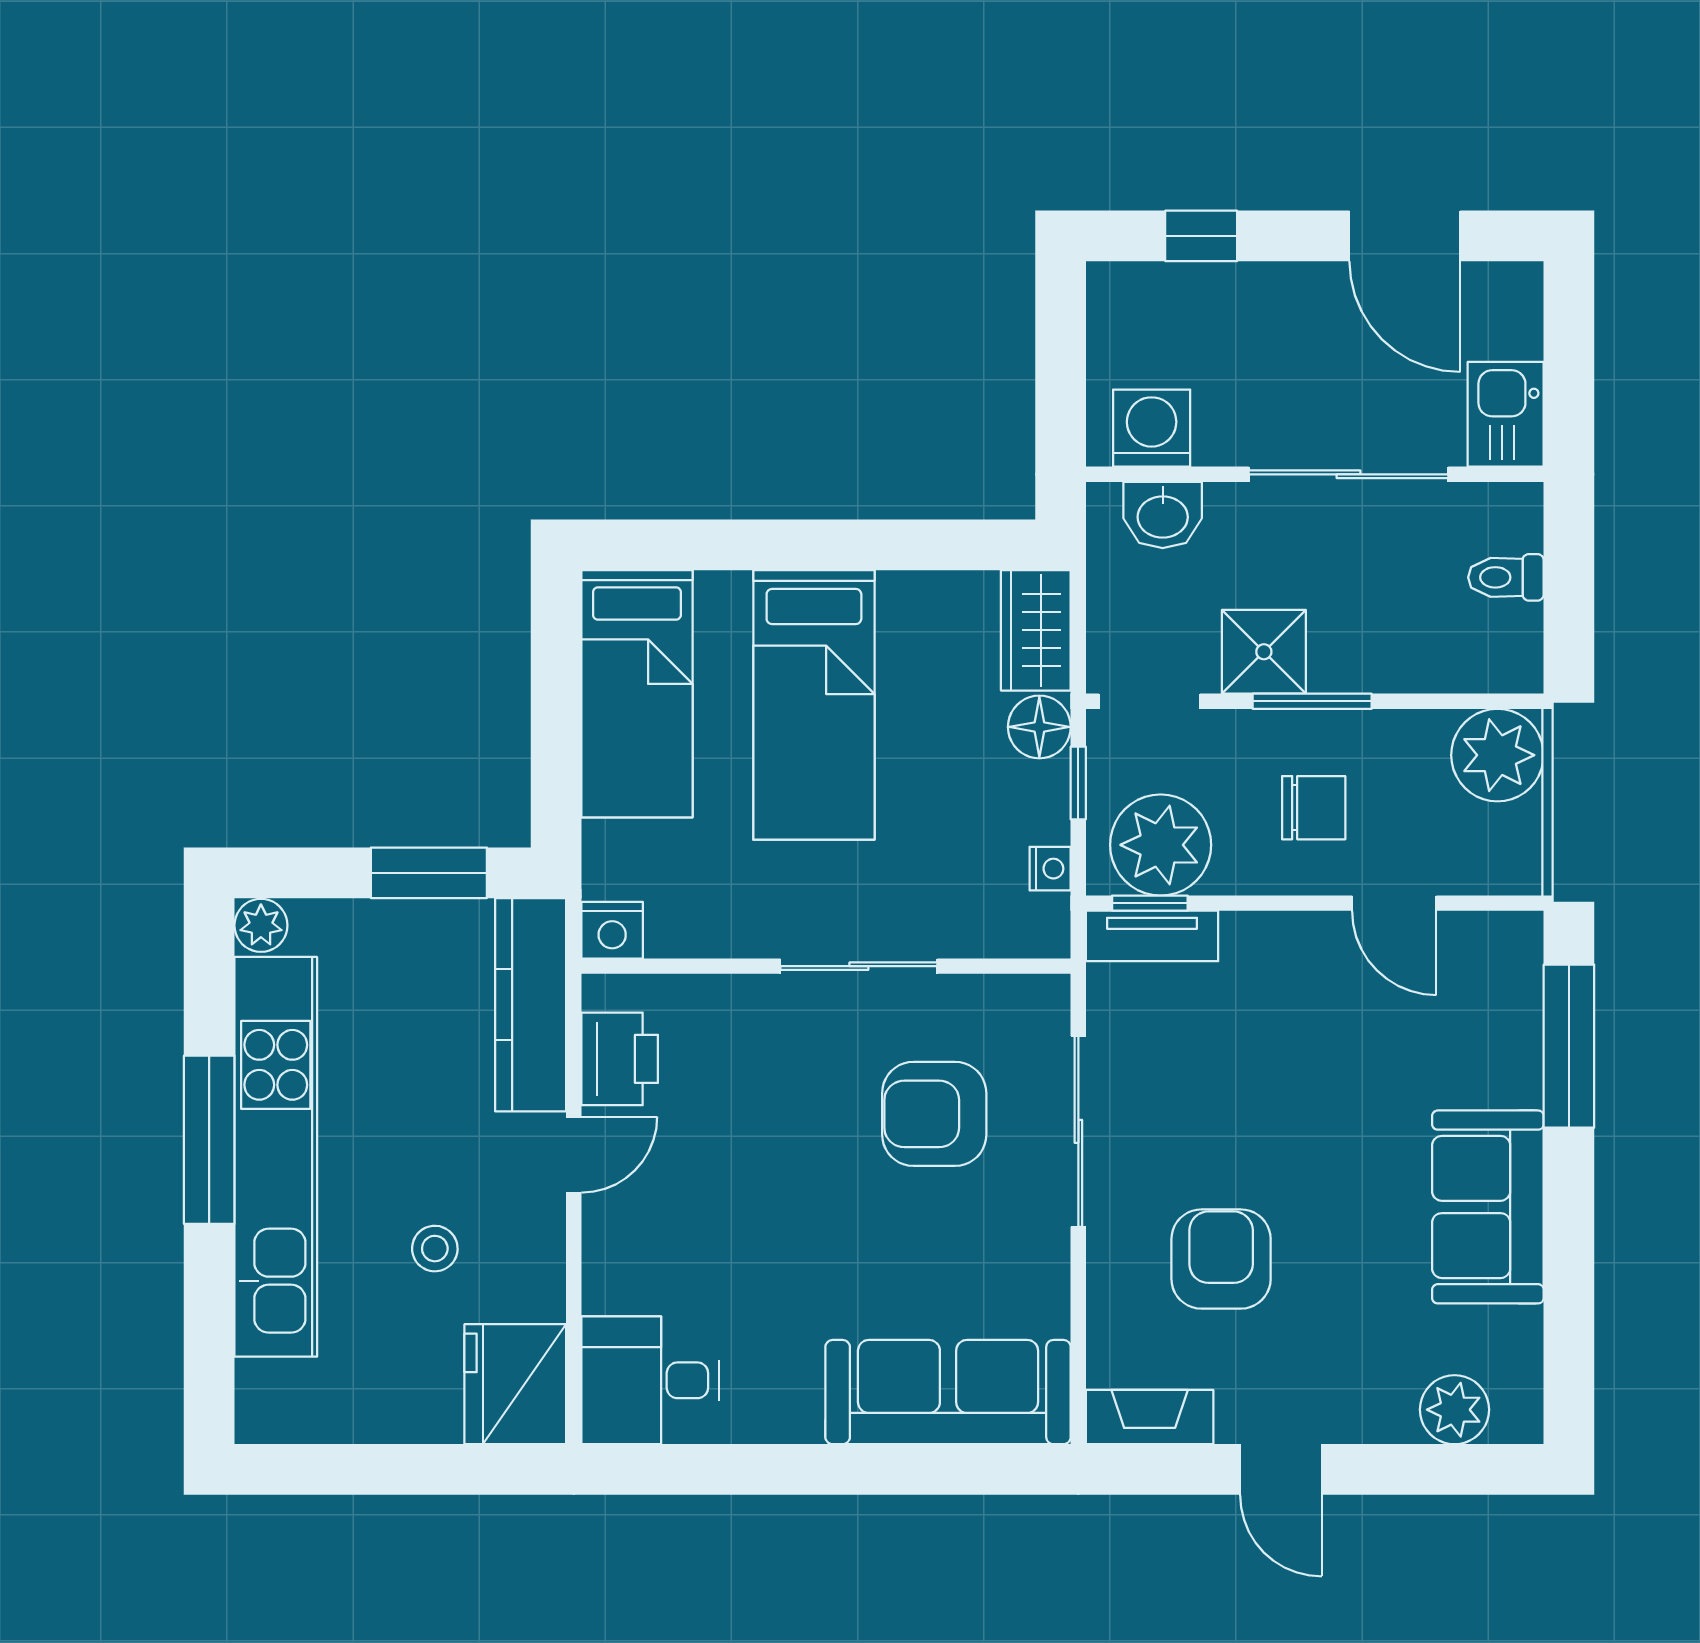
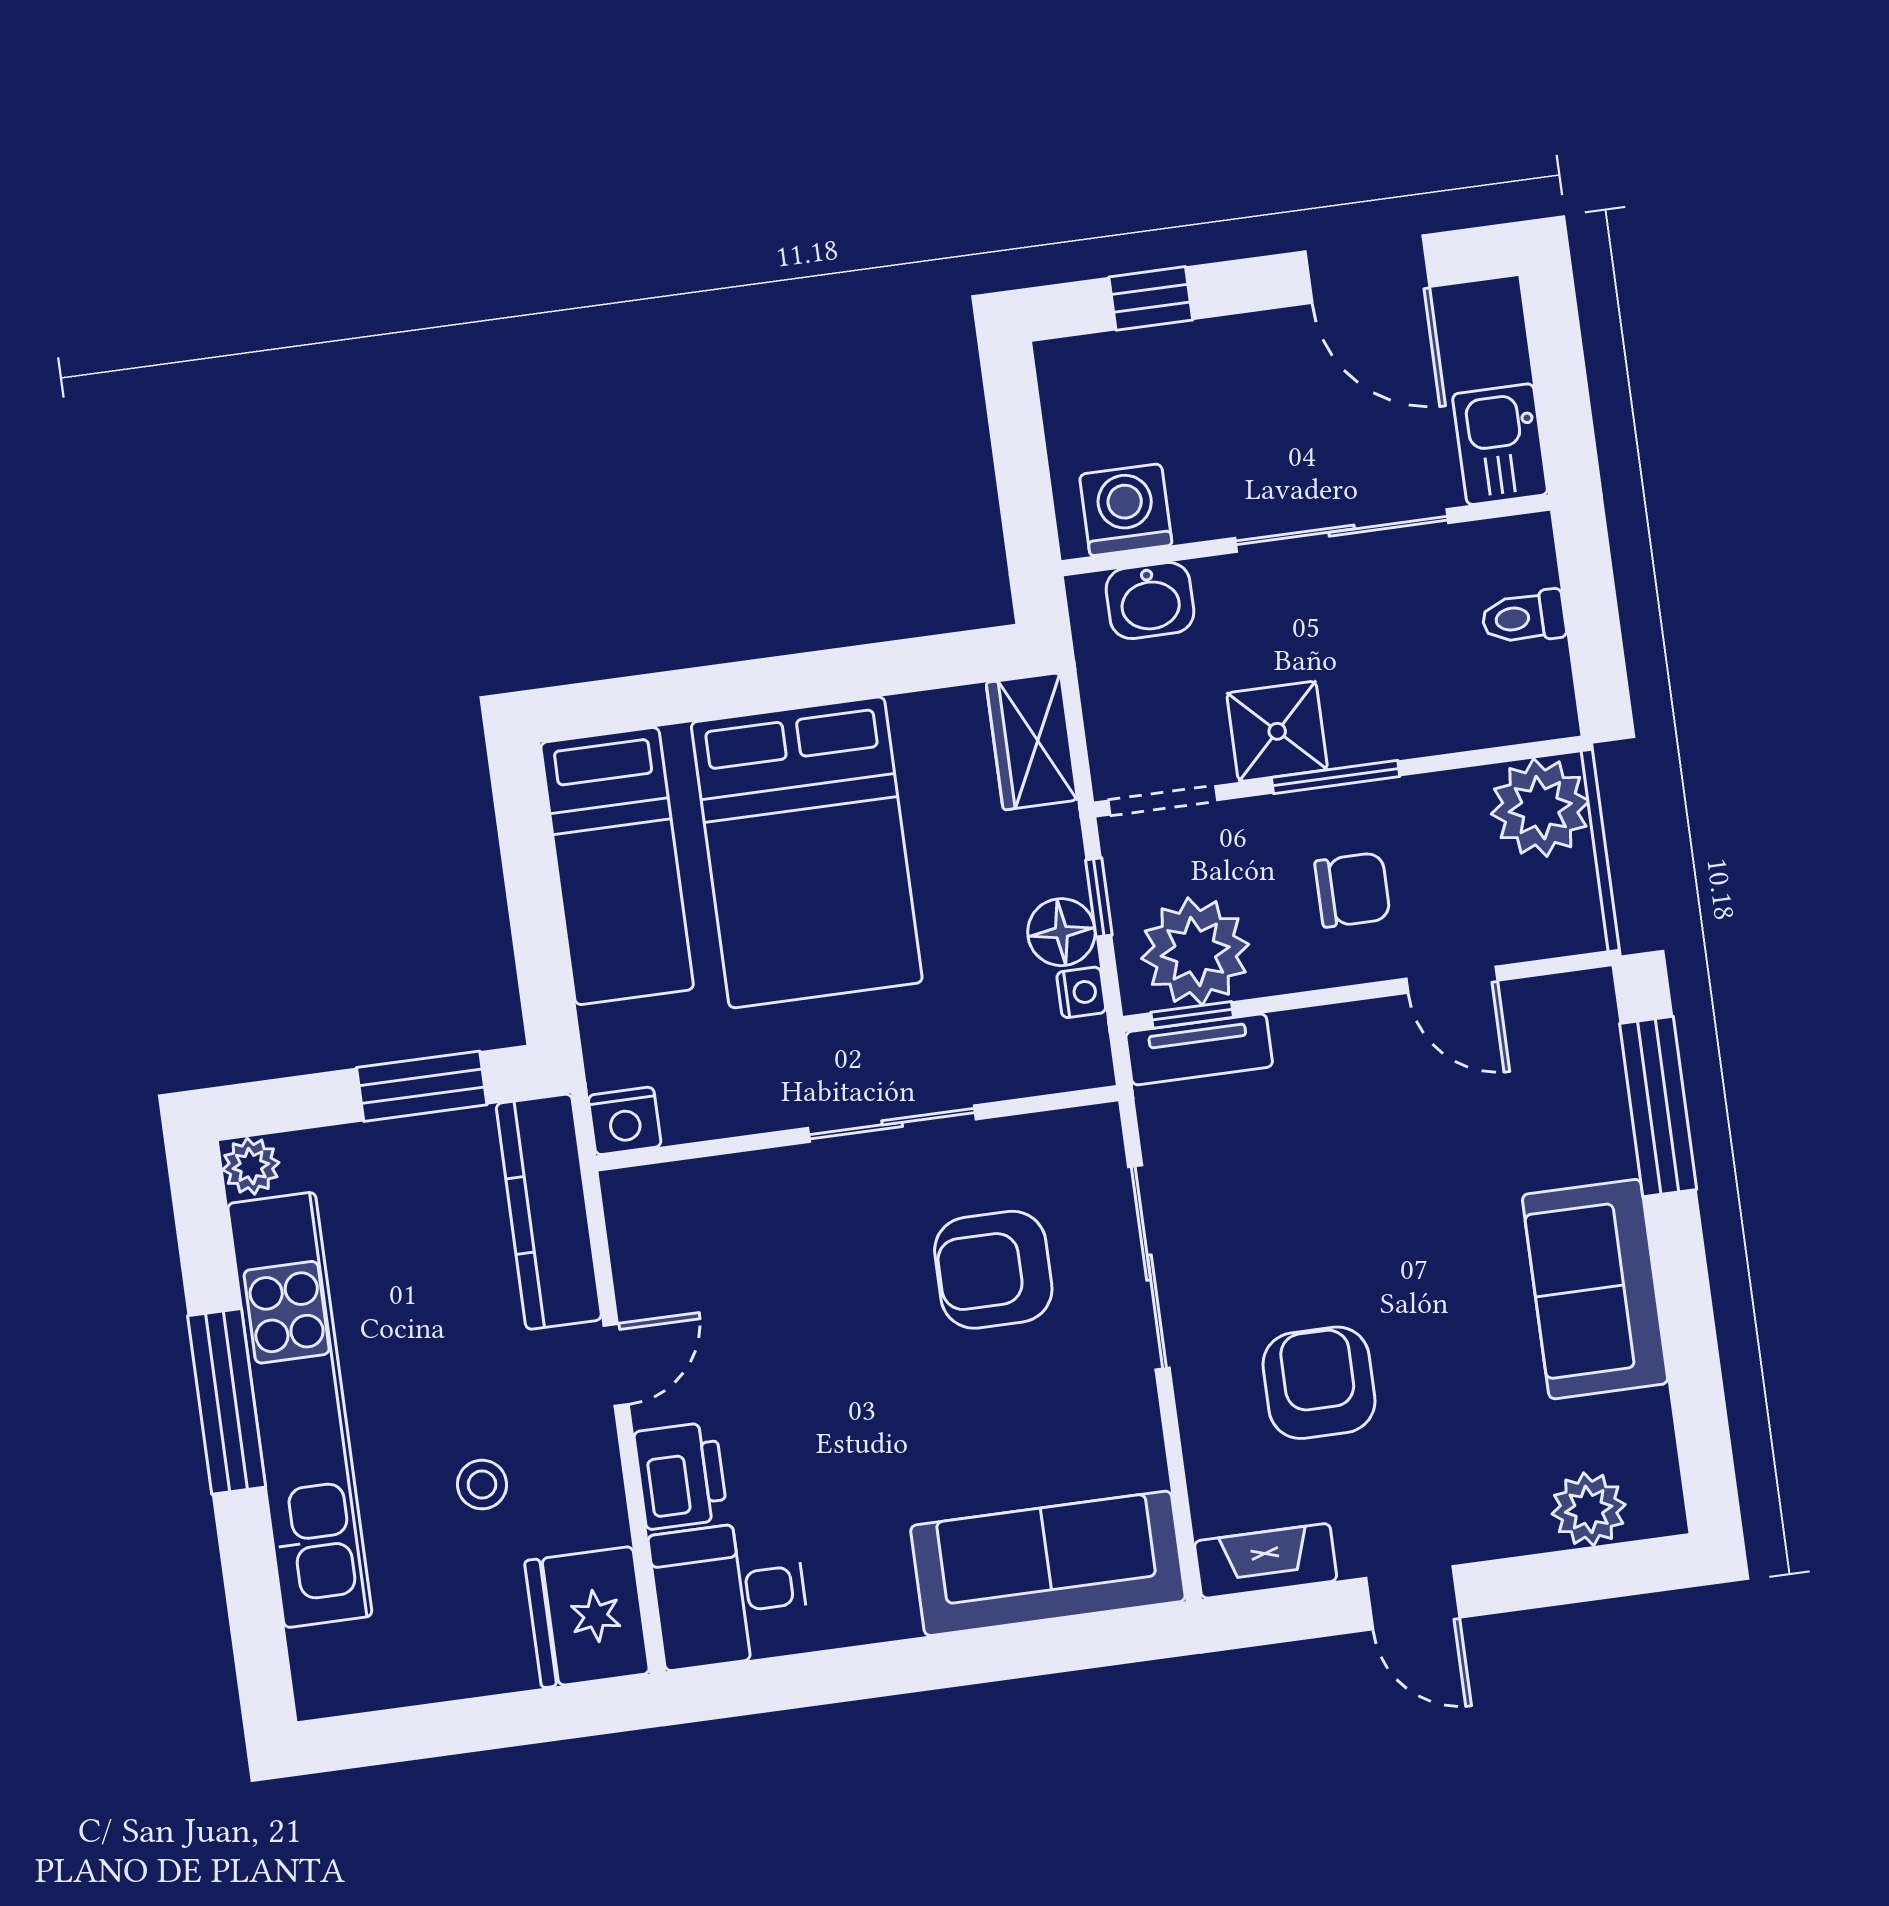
bed: (814, 705) -> (807, 852), width x1.50
floor lamp: (1039, 727) -> (1061, 932), moved
printer: (620, 1059) -> (681, 1476), moved

